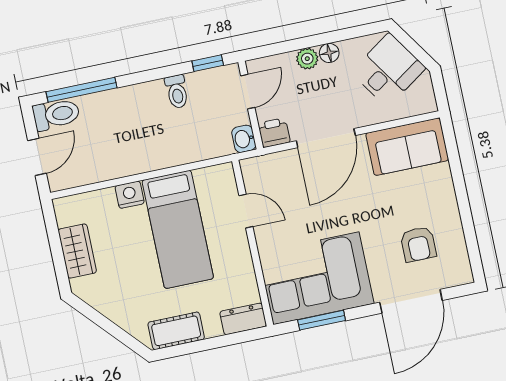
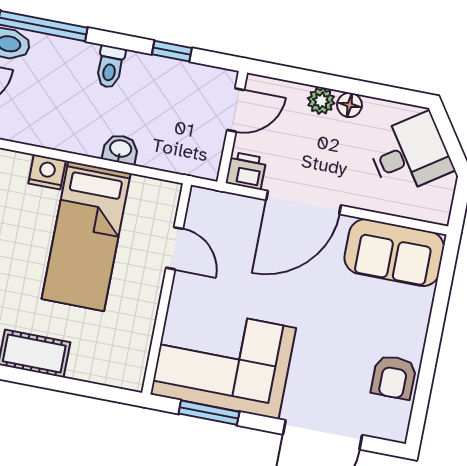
window: (208, 63) -> (172, 51), moved
toilet: (177, 92) -> (110, 67), moved
washbasin: (244, 139) -> (120, 149), moved, turned 90
armchair: (418, 244) -> (394, 377), moved
dresser: (243, 319) -> (118, 373), removed

